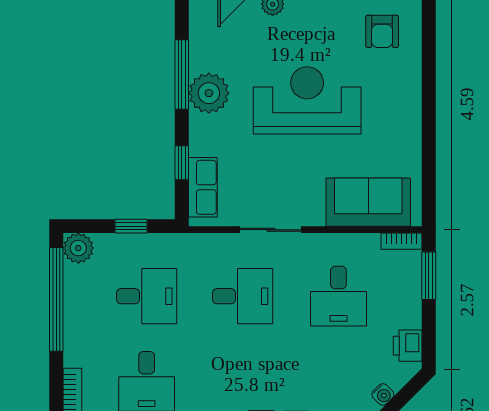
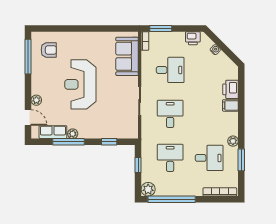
plant: (209, 93) -> (73, 134), width x0.53, depth x0.53
row of seats: (203, 187) -> (53, 132), moved

